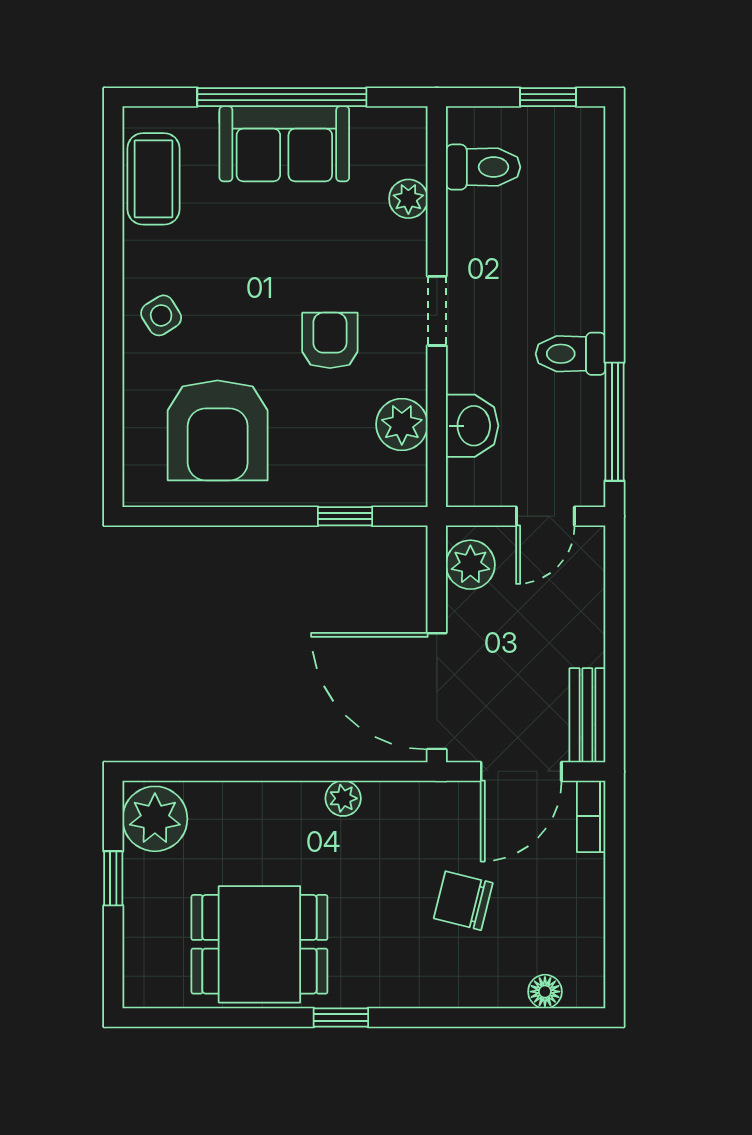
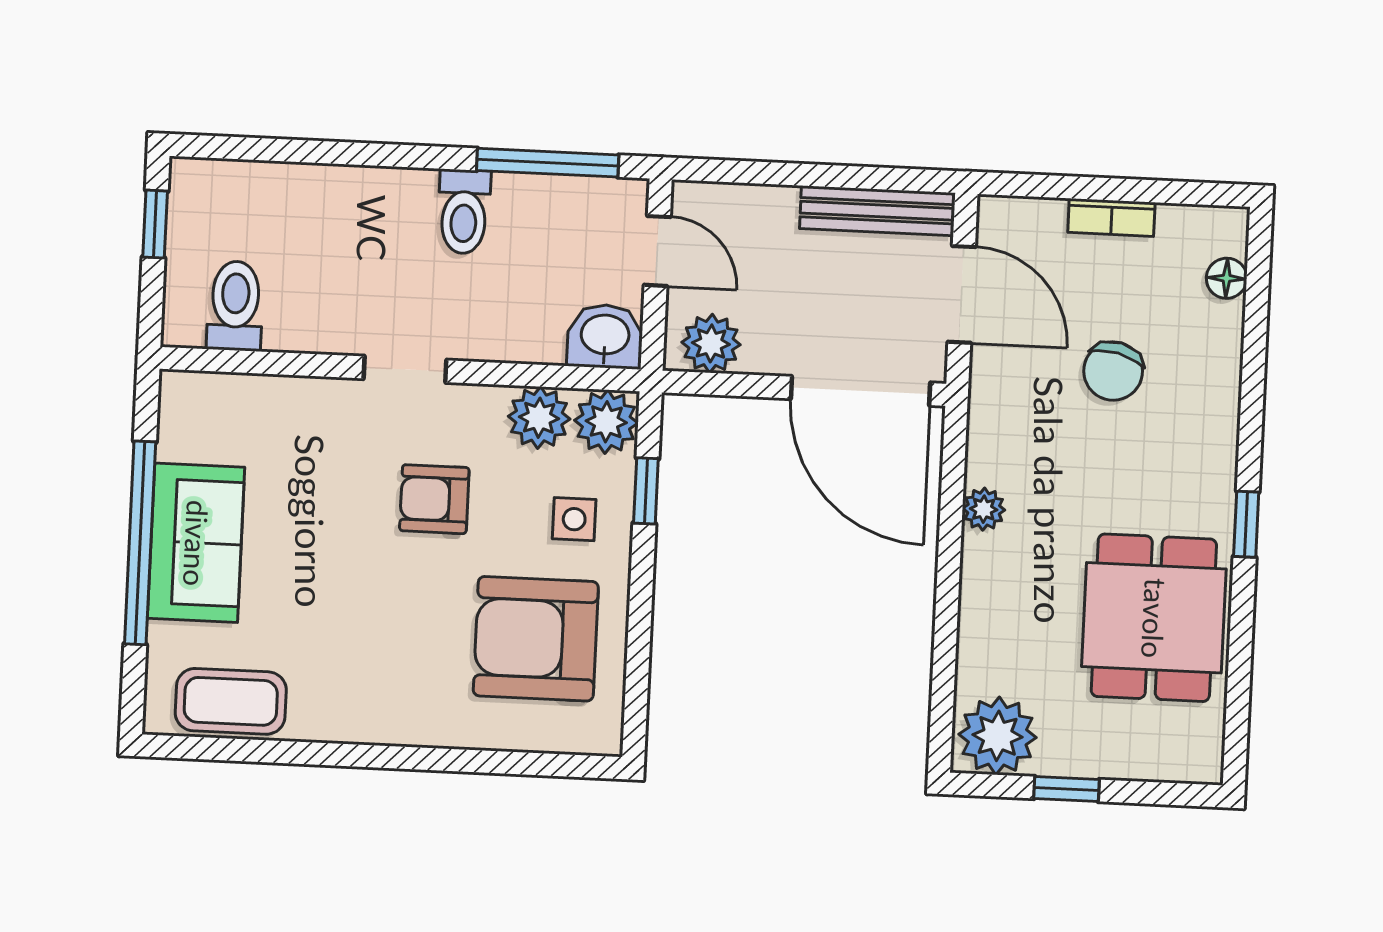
plant: (408, 199) -> (606, 422), moved, width x1.38, depth x1.38
side table: (161, 315) -> (574, 519), moved, turned 32
washbasin: (472, 426) -> (605, 336), moved
armchair: (218, 430) -> (536, 639), turned 180
door: (437, 691) -> (861, 391), hinge flipped
bench: (587, 715) -> (877, 211), width x1.36
bookcase: (591, 816) -> (1111, 217), moved

